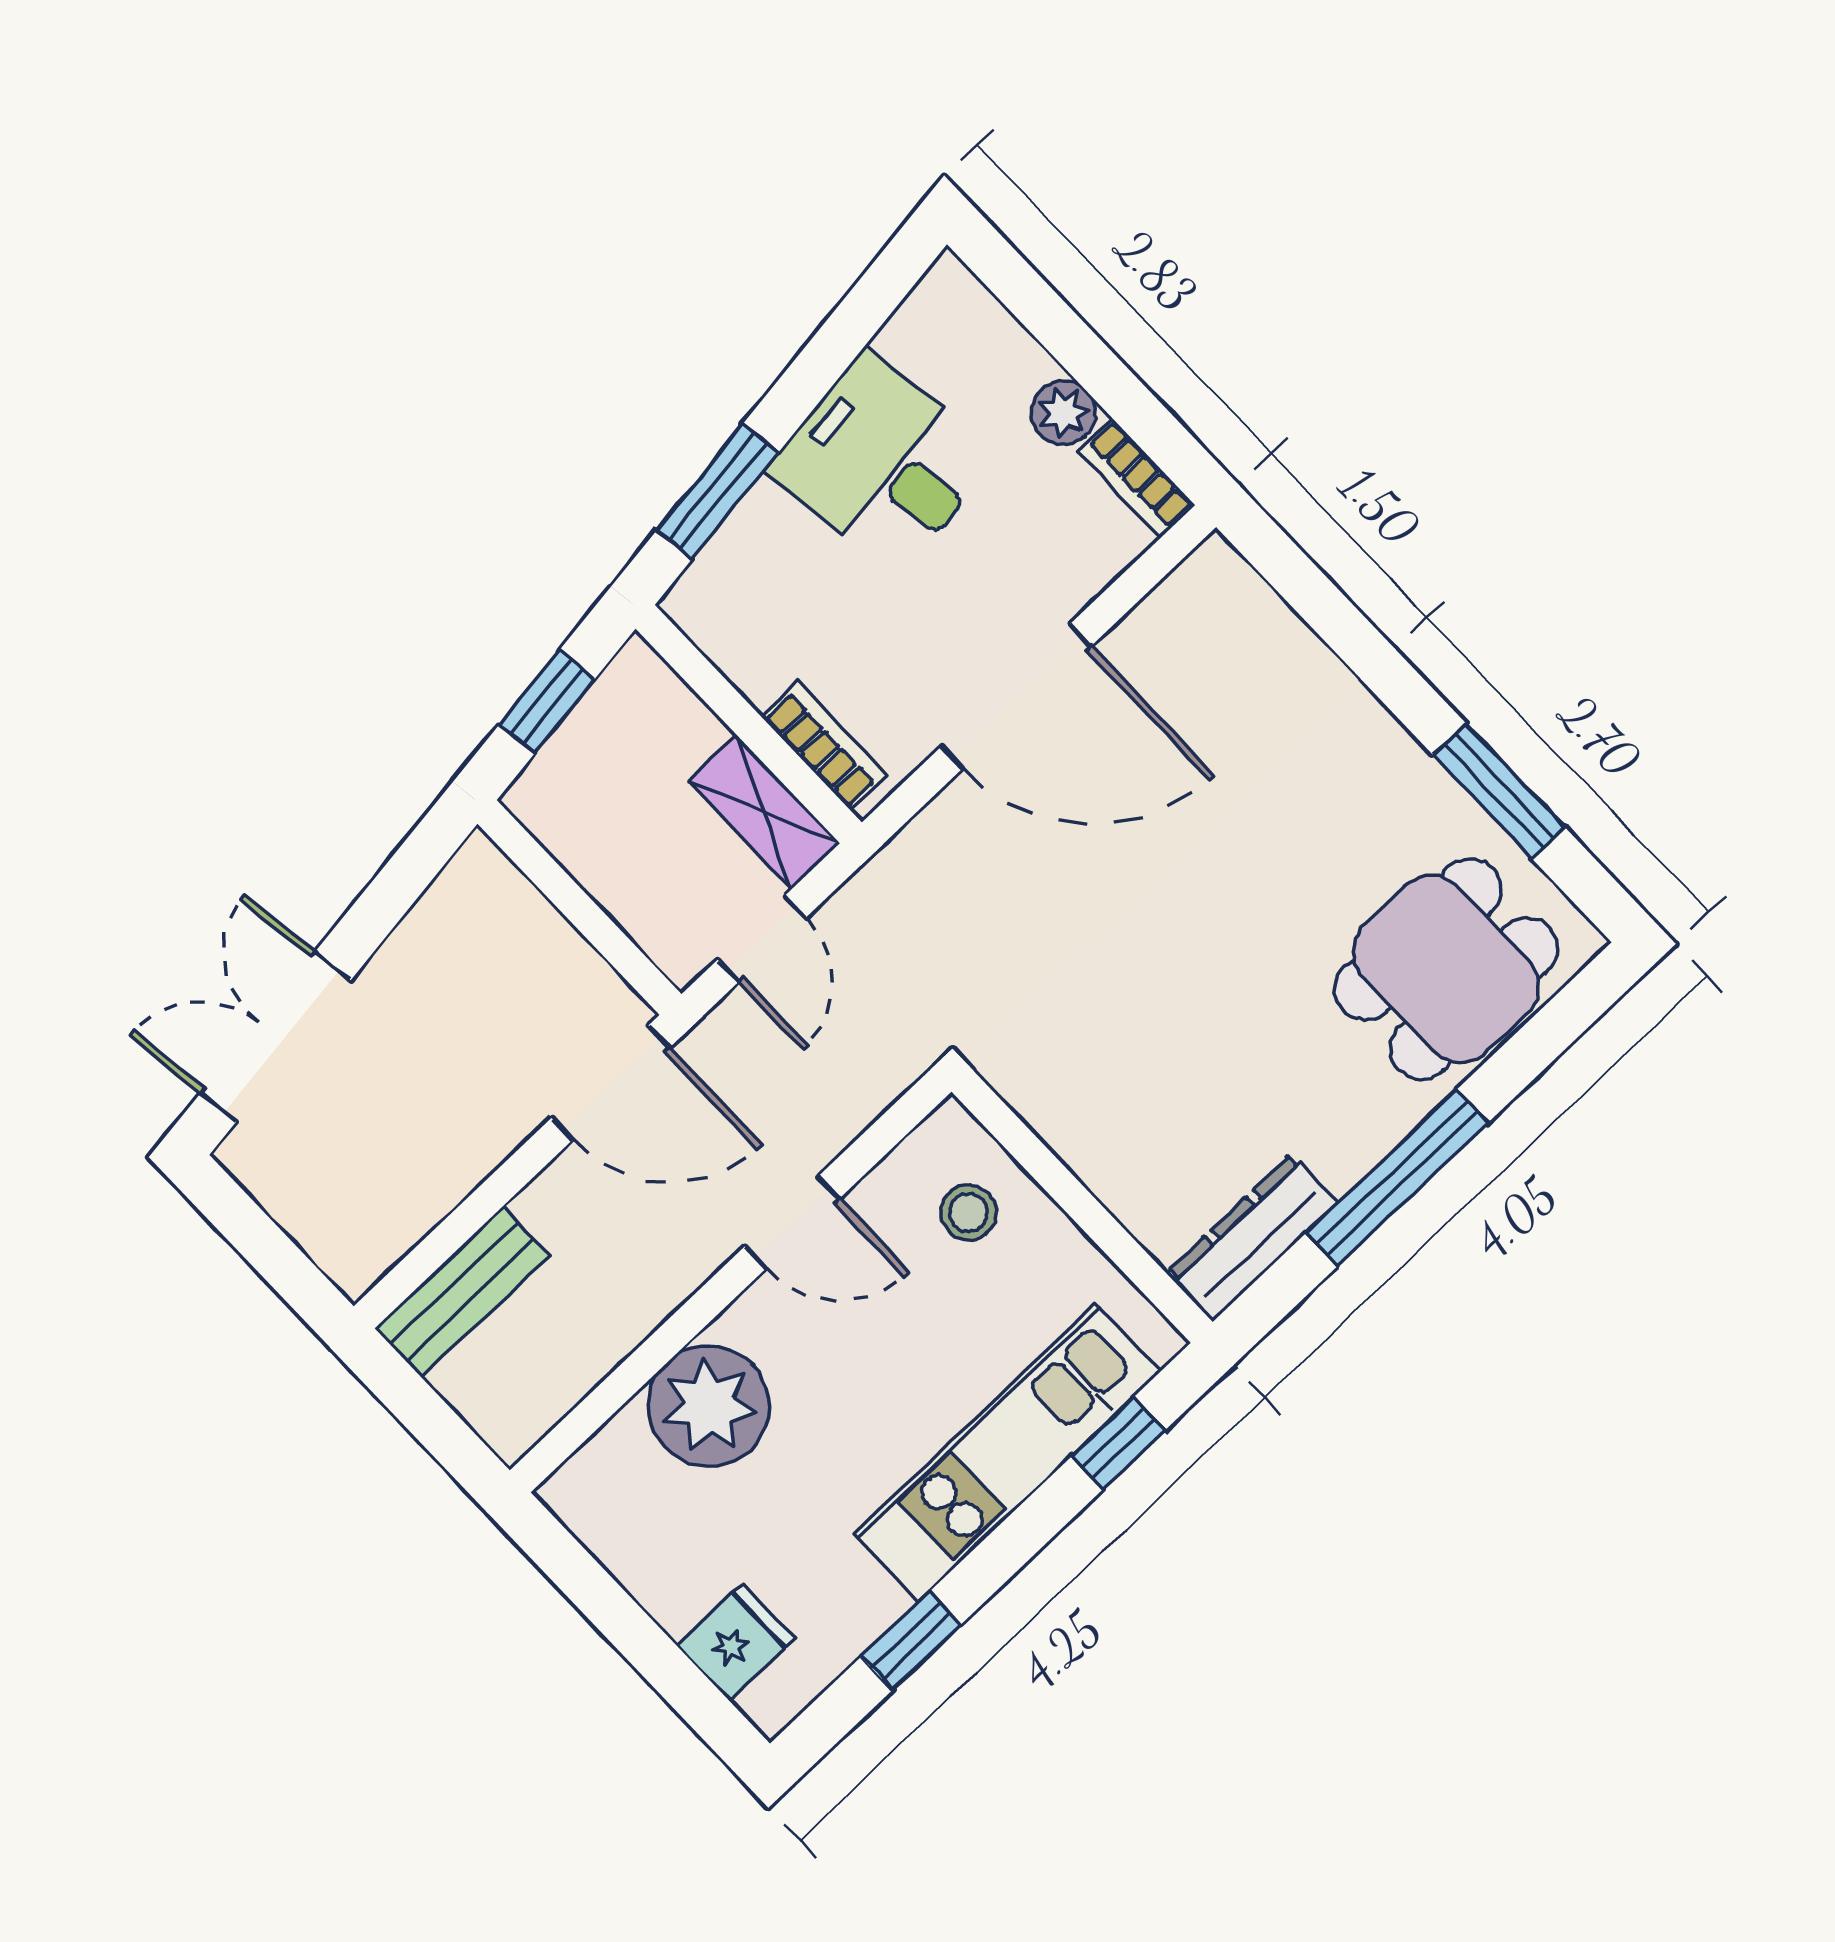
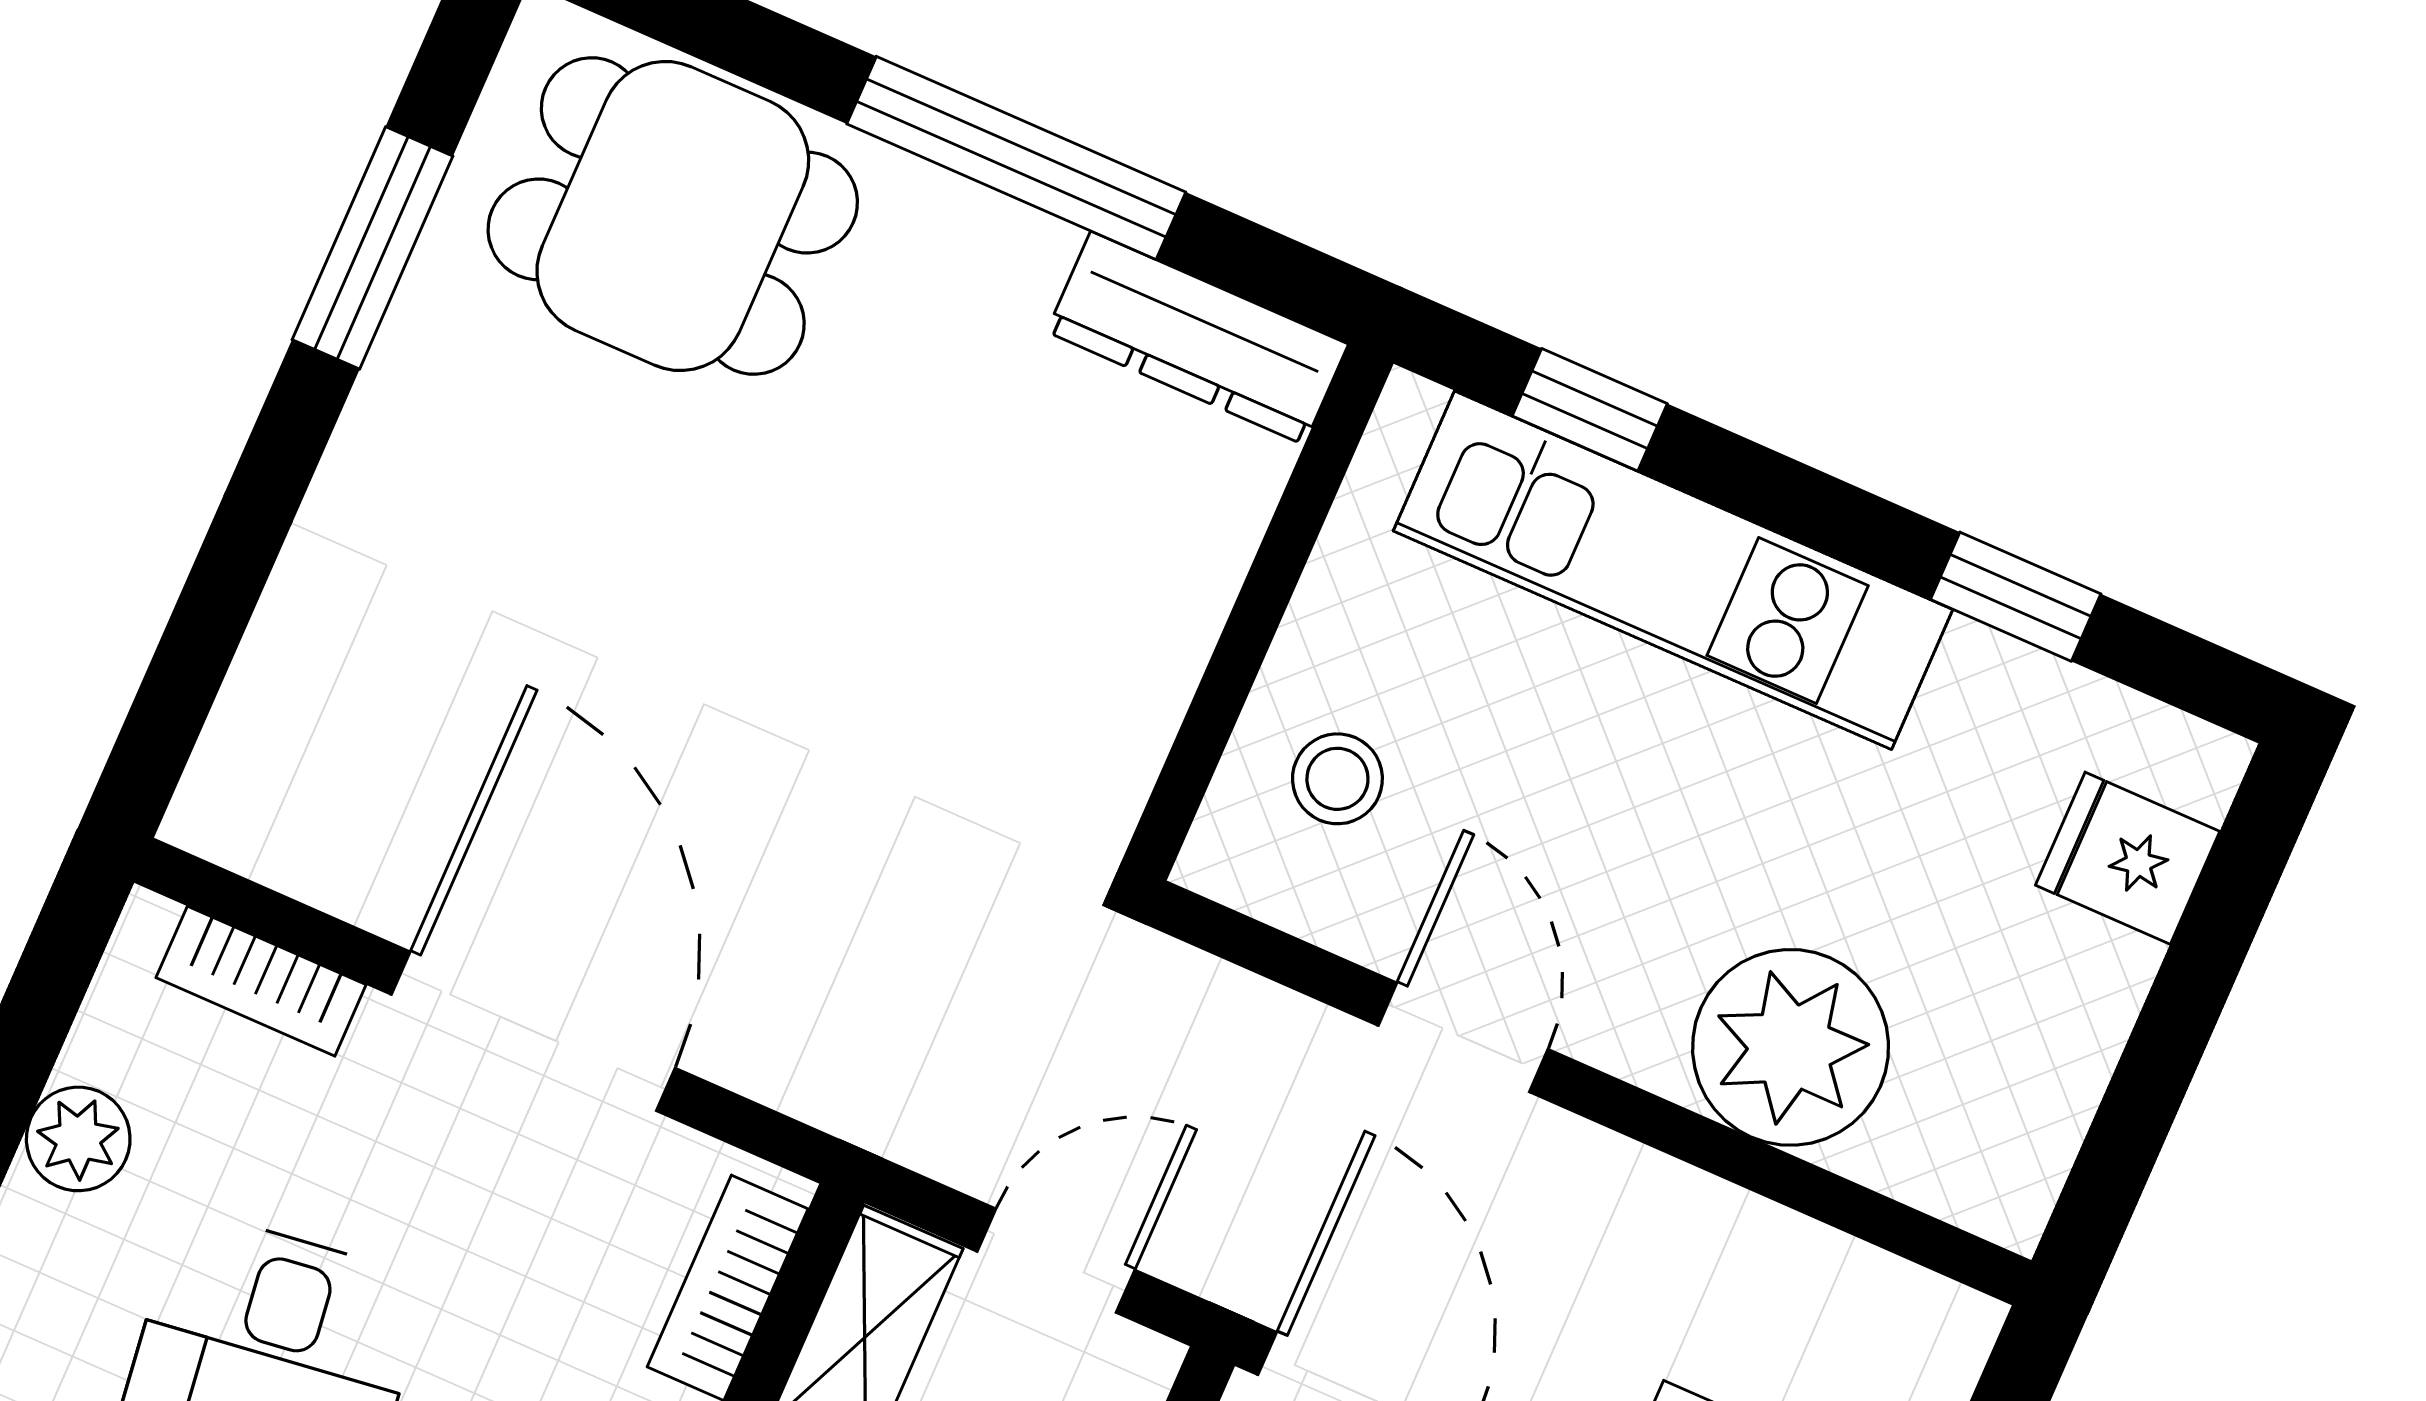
bookcase: (1136, 478) -> (261, 981), moved, turned 90

